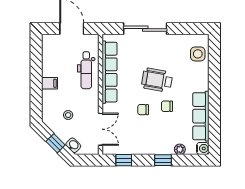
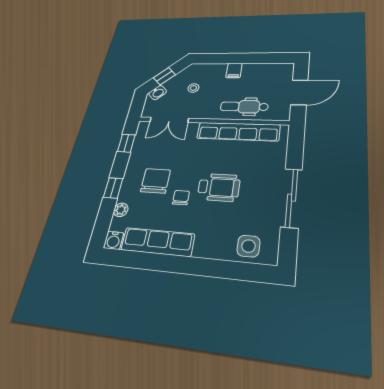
sliding door: (145, 29) -> (292, 198), moved
wheelchair: (157, 80) -> (219, 187), turned 80
chair: (143, 110) -> (156, 181), moved, width x1.87, depth x1.87

